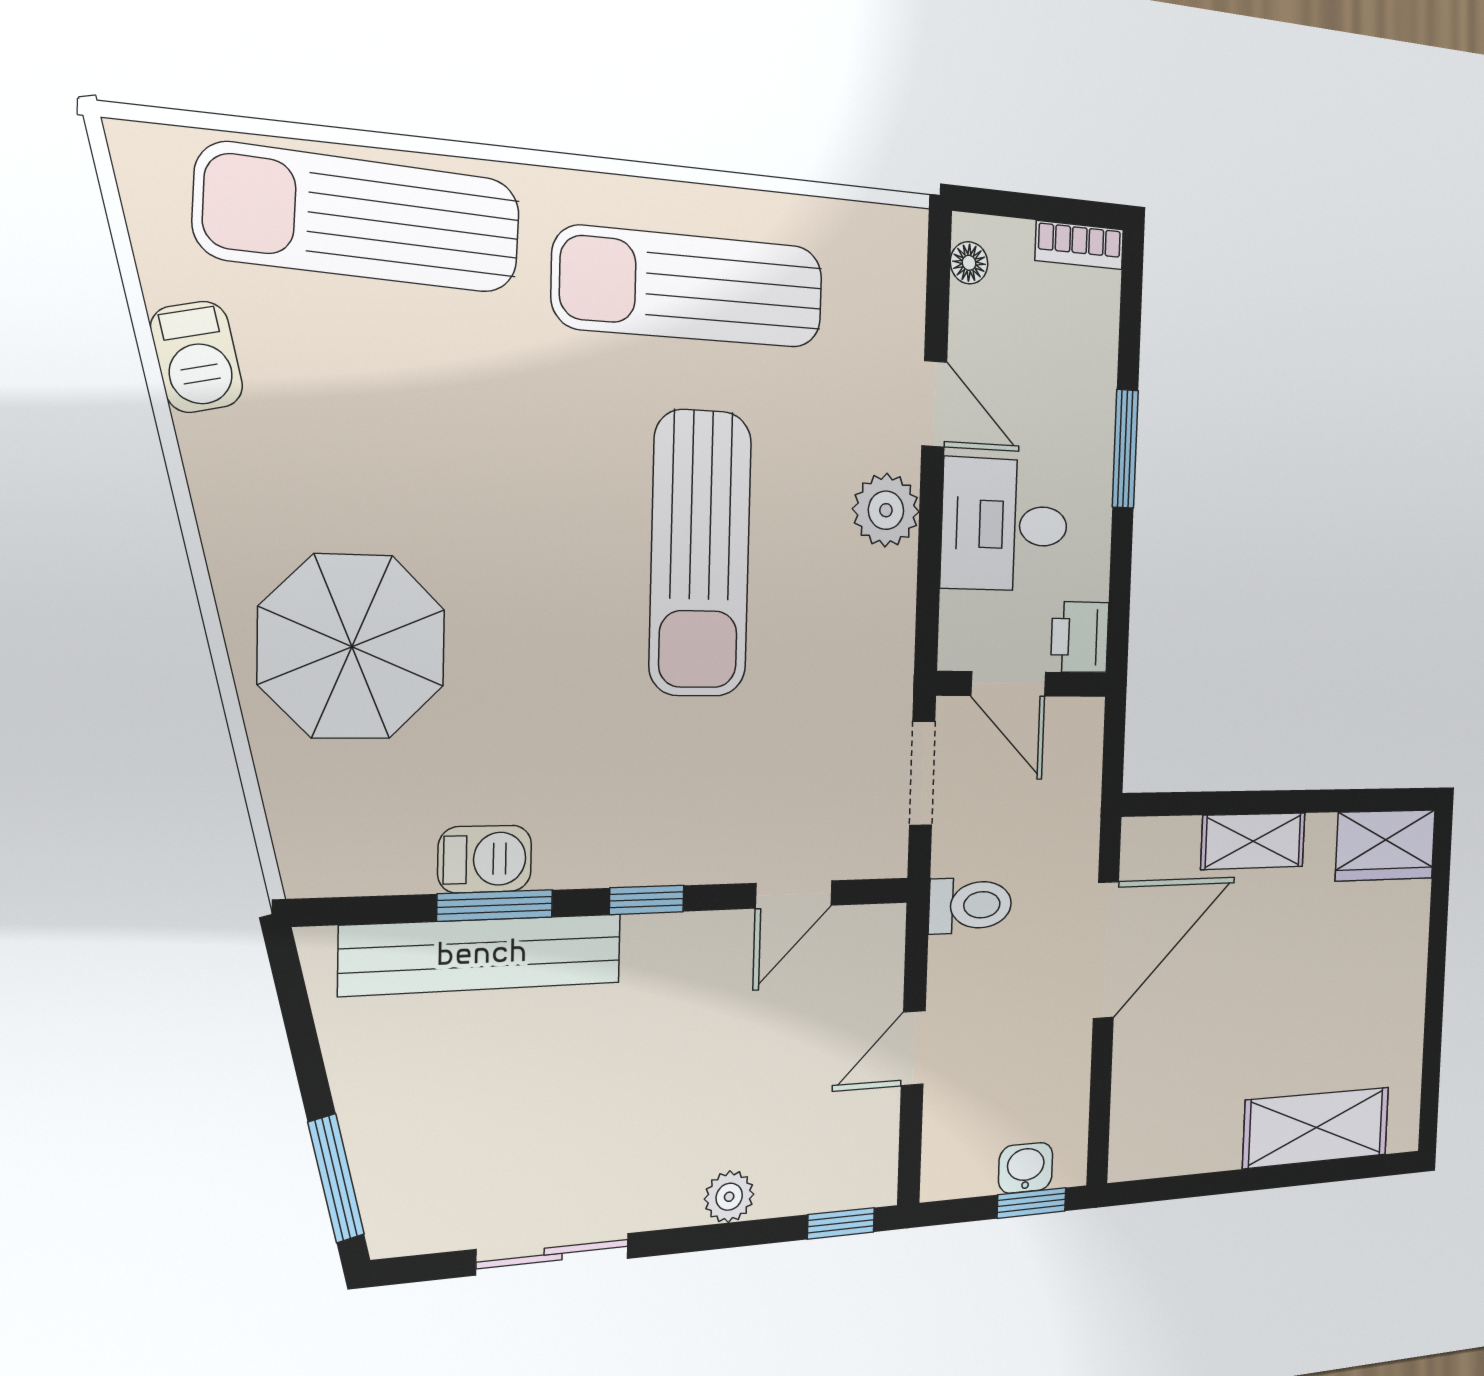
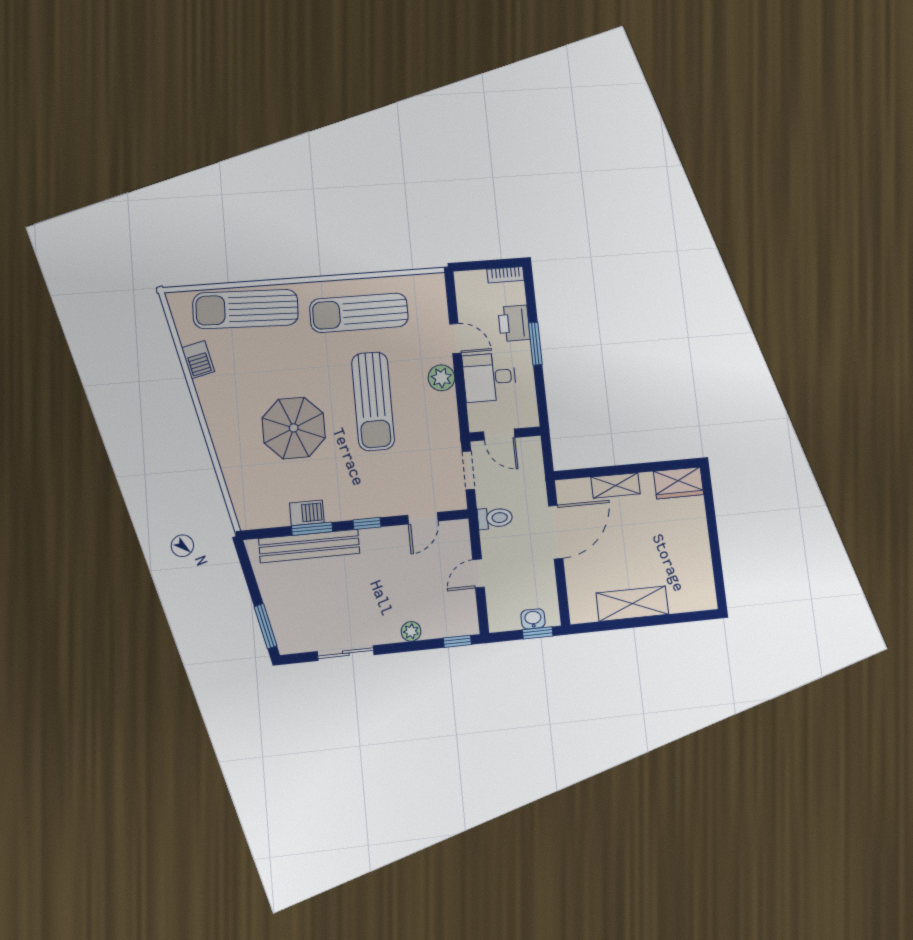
floor lamp: (969, 263) -> (462, 288), removed
printer: (1080, 637) -> (514, 323), moved, width x1.36, depth x1.24
parasol: (352, 647) -> (294, 428), moved
shelving: (1316, 1128) -> (632, 604), moved

